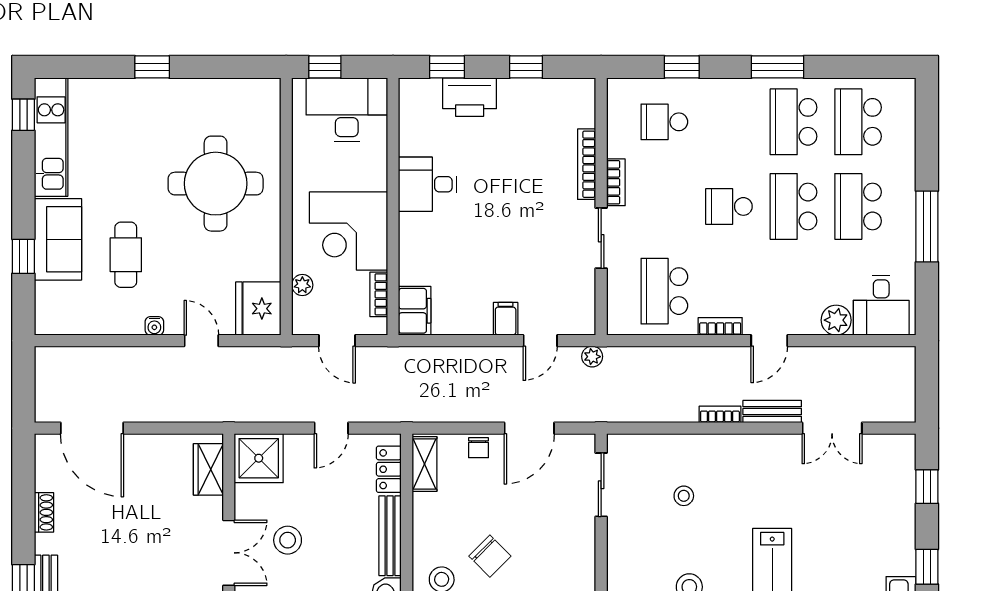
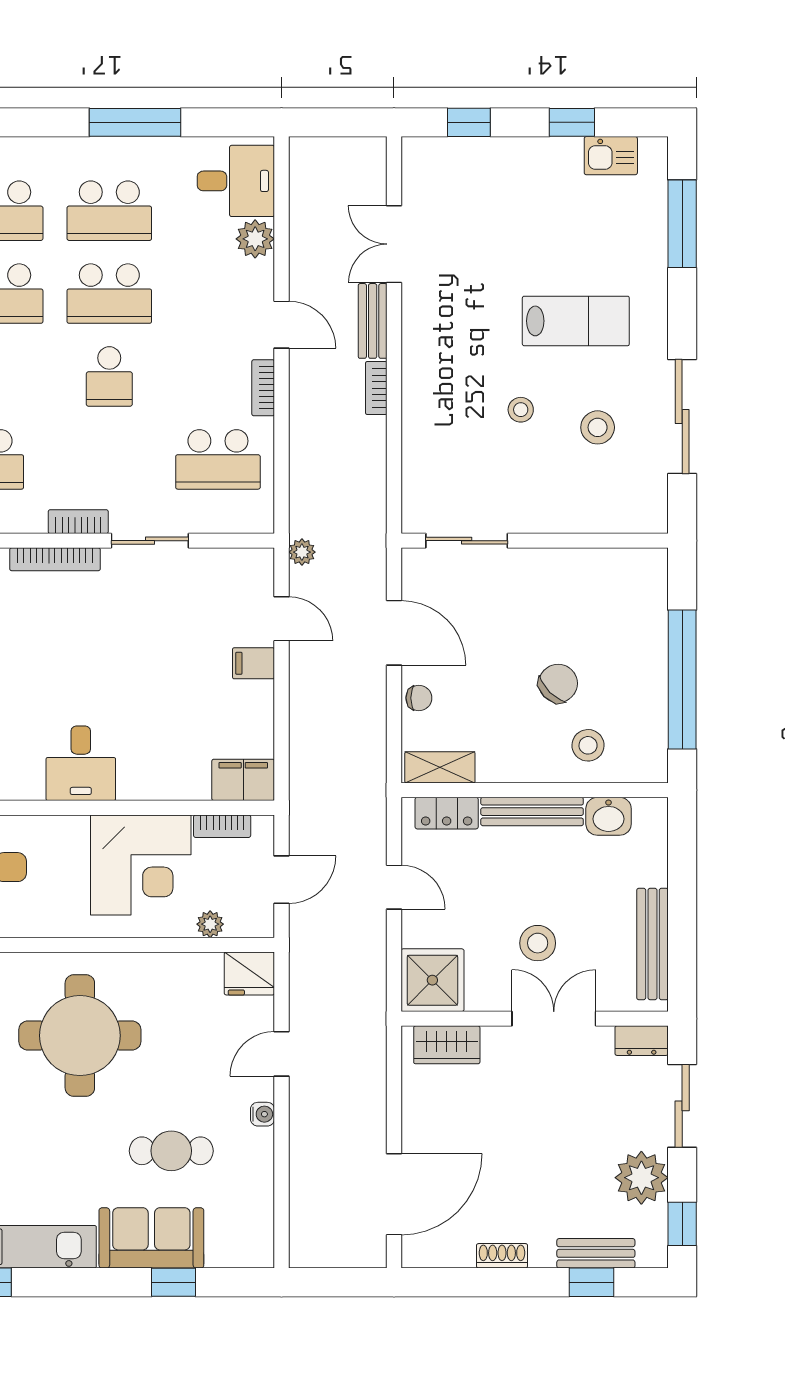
fridge: (258, 309) -> (249, 973), width x0.73, depth x0.75
double door: (832, 428) -> (394, 244), swing flipped
stool: (684, 496) -> (521, 410), moved

